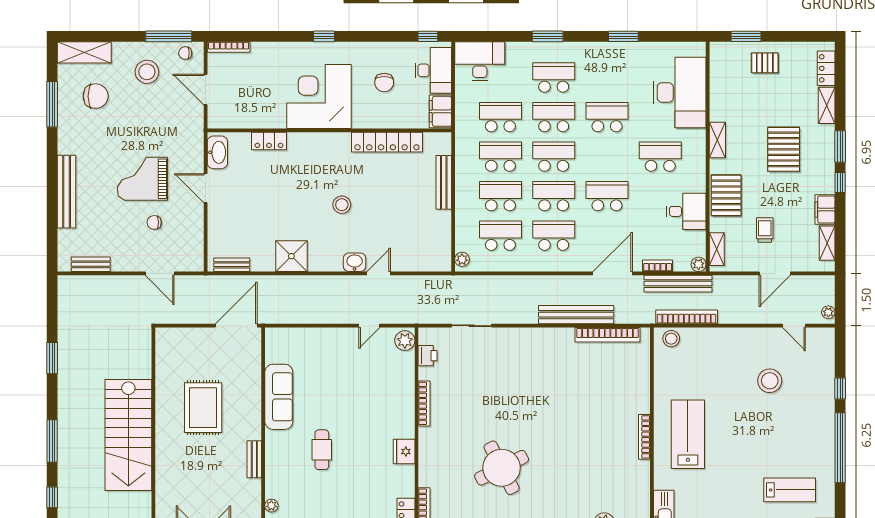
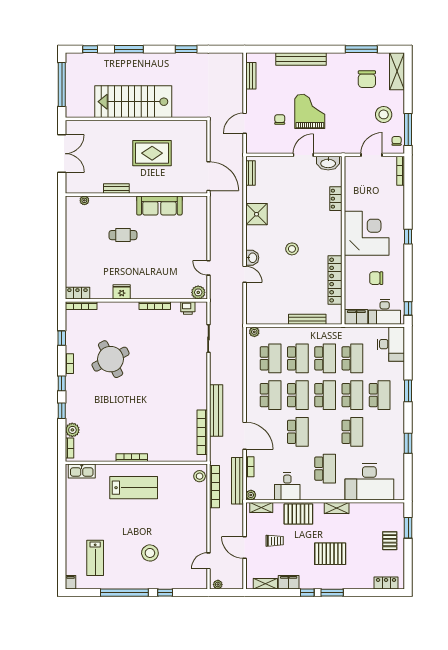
shelving: (827, 105) -> (361, 583), removed
stool: (770, 381) -> (150, 553), moved

